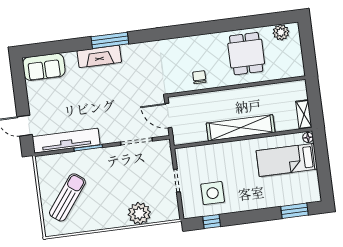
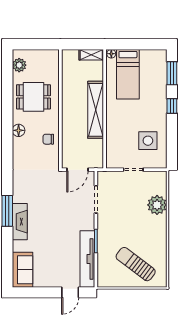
floor lamp: (205, 41) -> (19, 130), added
window: (212, 221) -> (172, 106), moved

